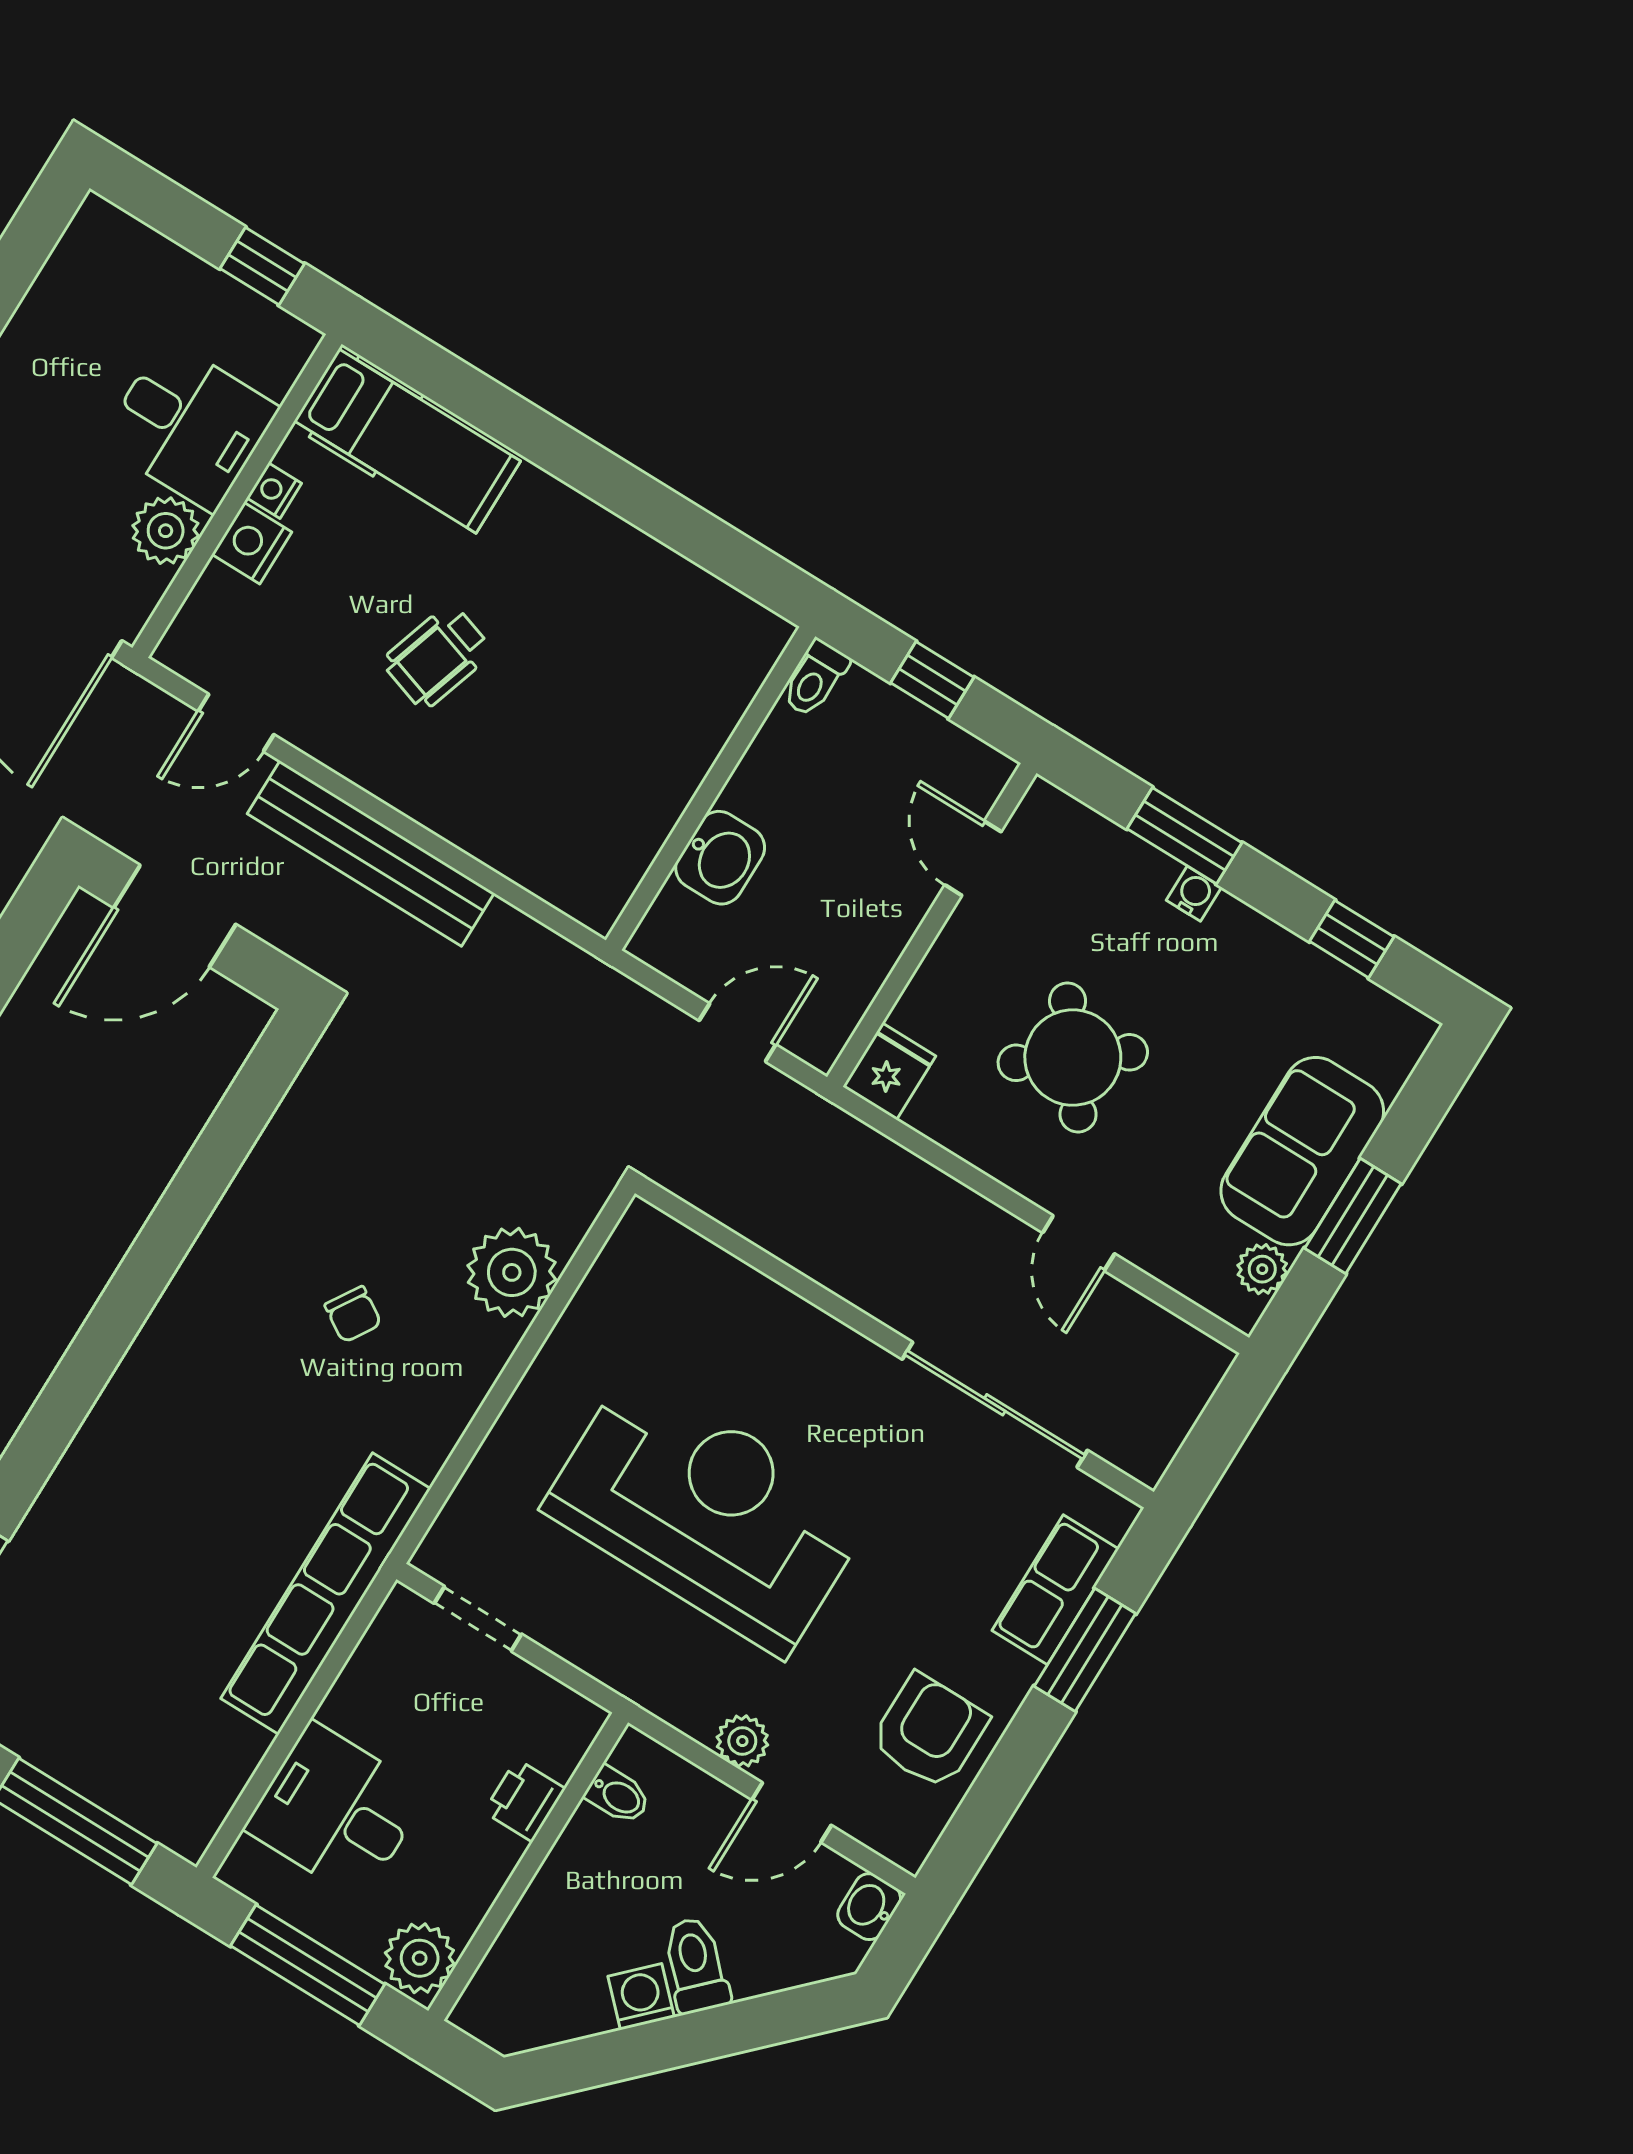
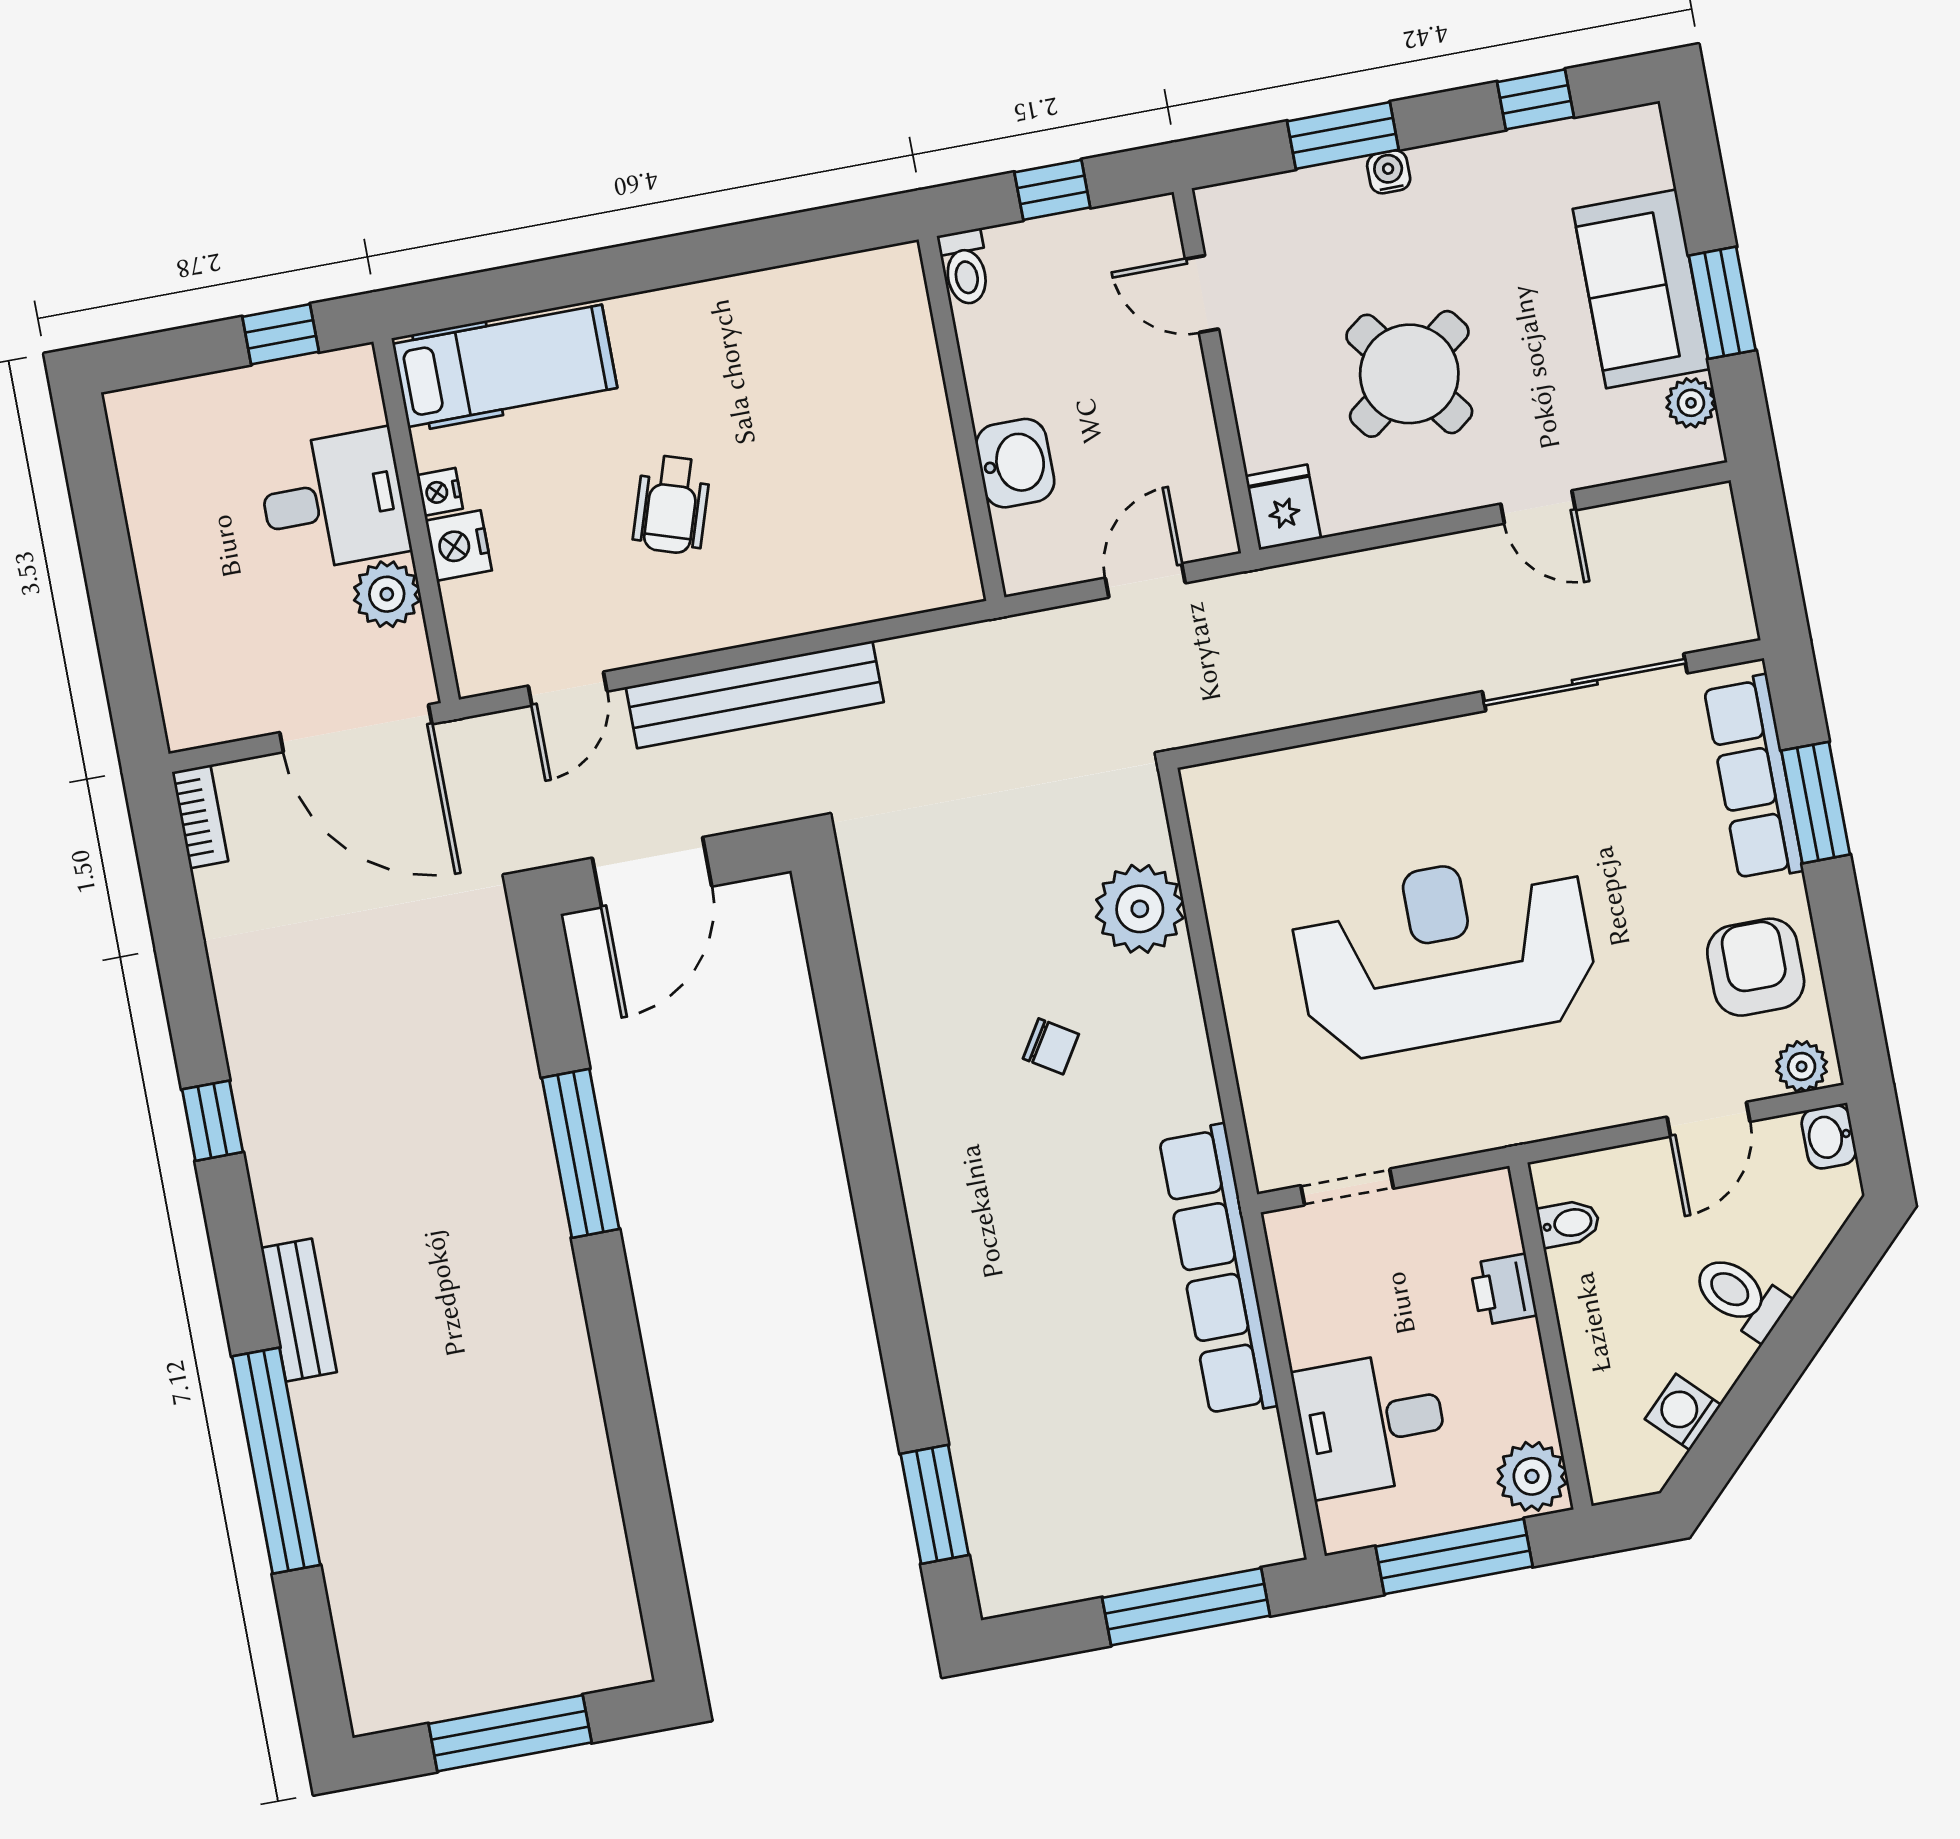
row of seats: (1055, 1590) -> (1753, 778), width x1.48
plant: (742, 1741) -> (1802, 1066), moved
washing machine: (641, 1997) -> (1683, 1412), moved

